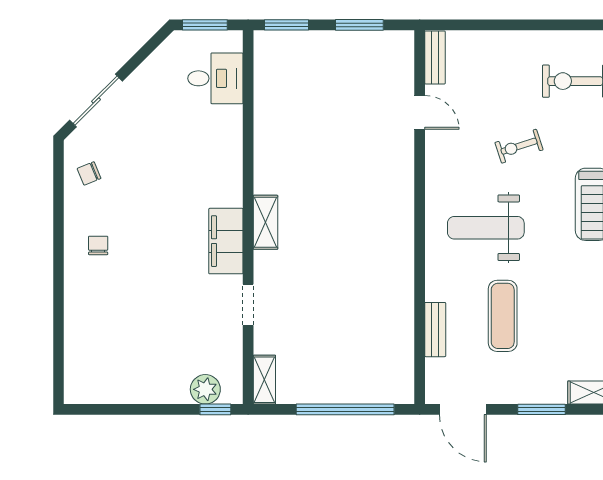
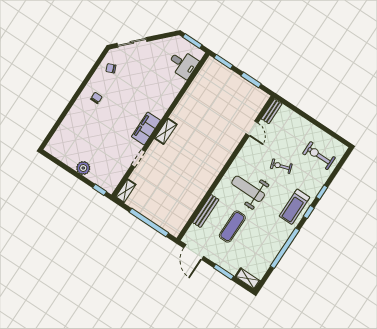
bench: (435, 330) -> (206, 211), width x1.36
plant: (205, 389) -> (83, 168), moved

